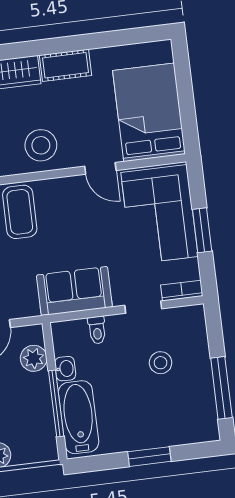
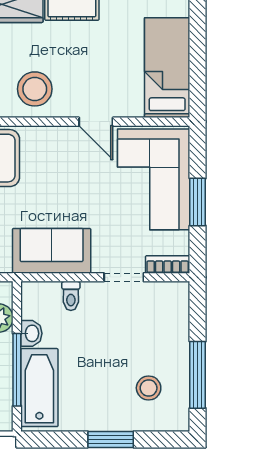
bed: (149, 112) -> (167, 68), width x0.67
stool: (161, 363) -> (149, 388), moved

